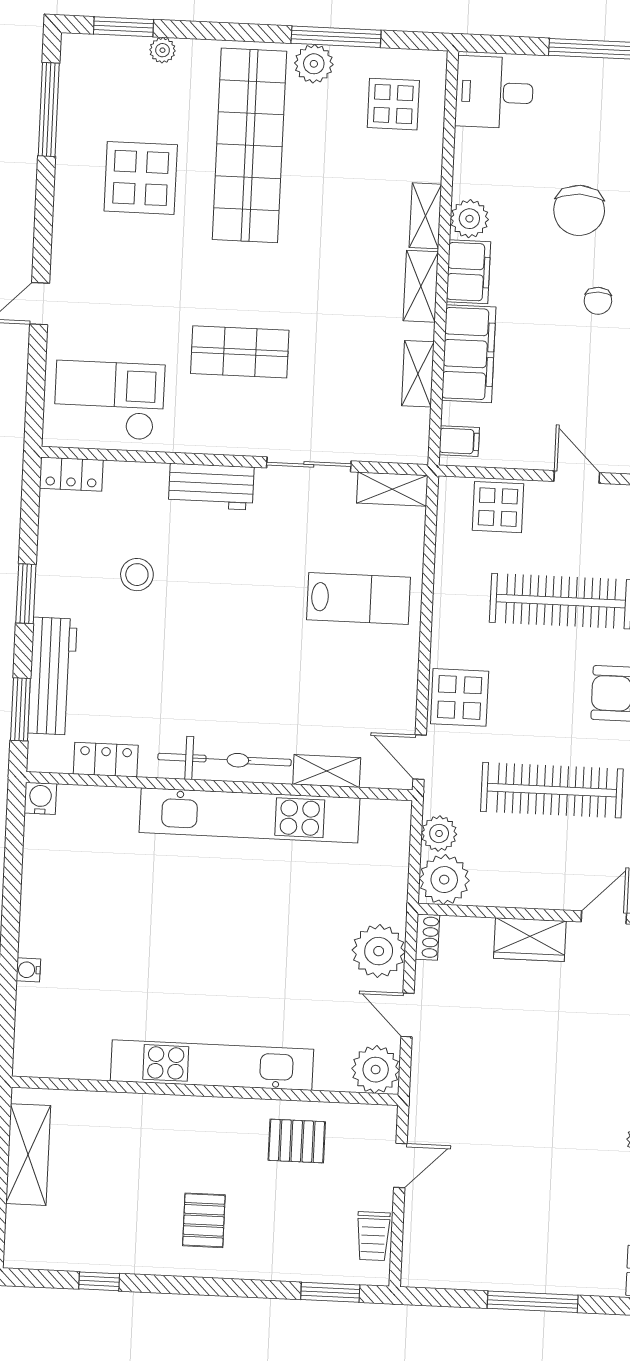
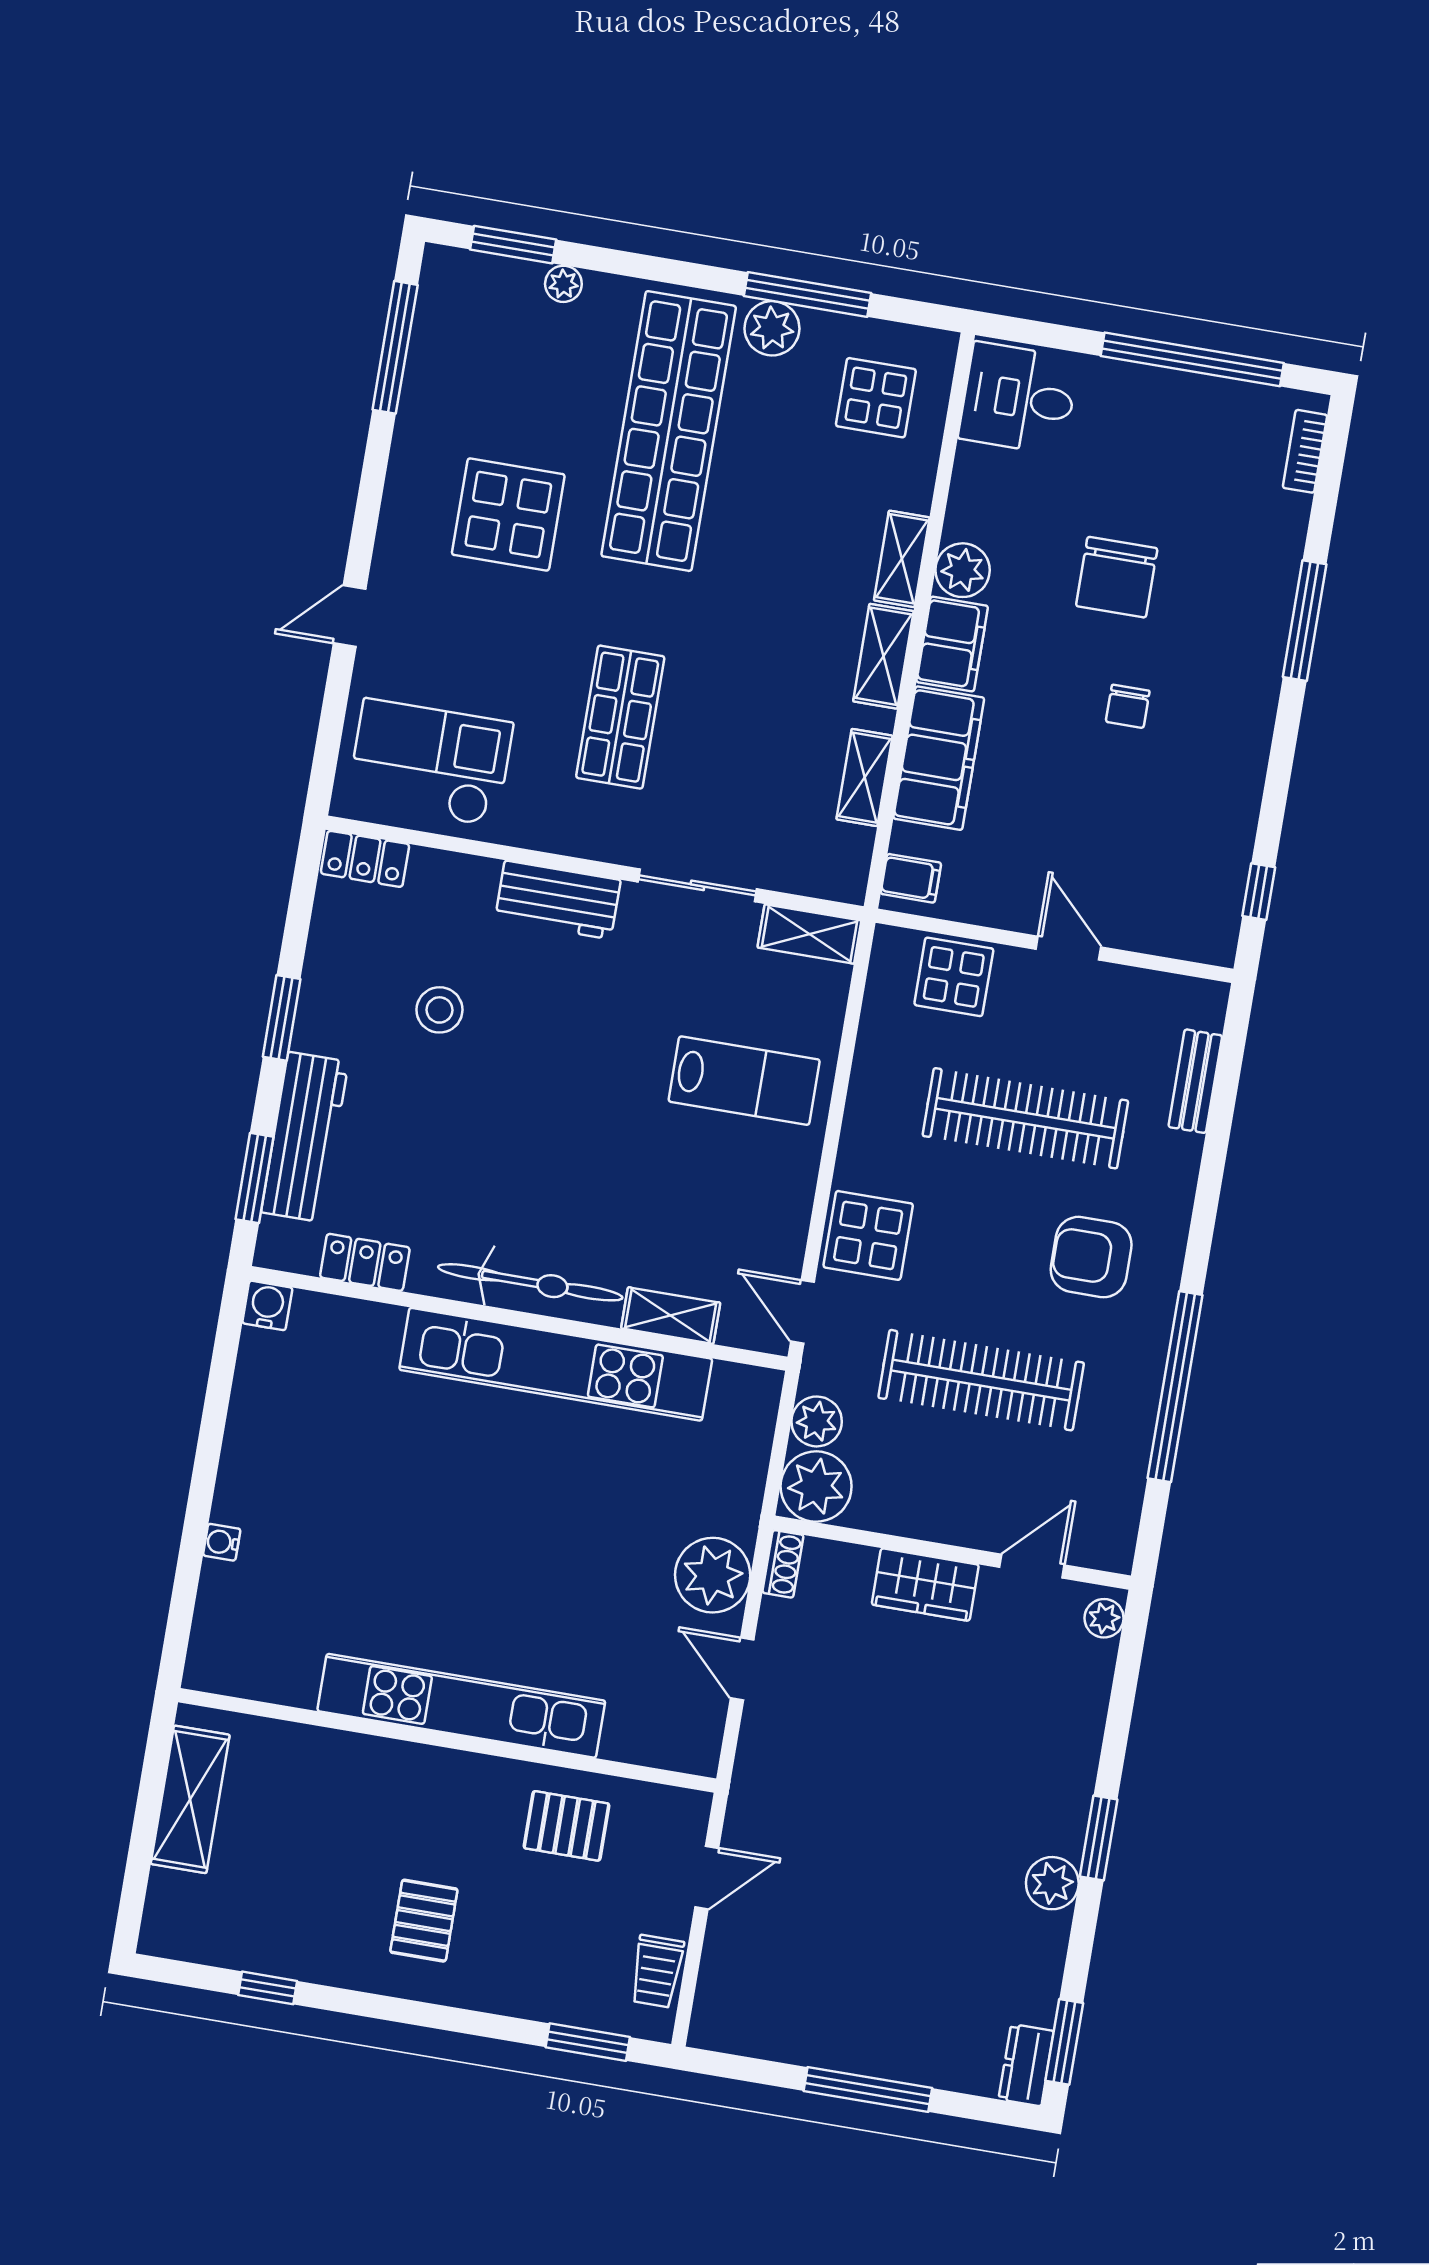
display table: (141, 178) -> (508, 514), moved
shop shelf: (240, 352) -> (620, 717), turned 90
plant: (376, 1070) -> (689, 1740), removed

